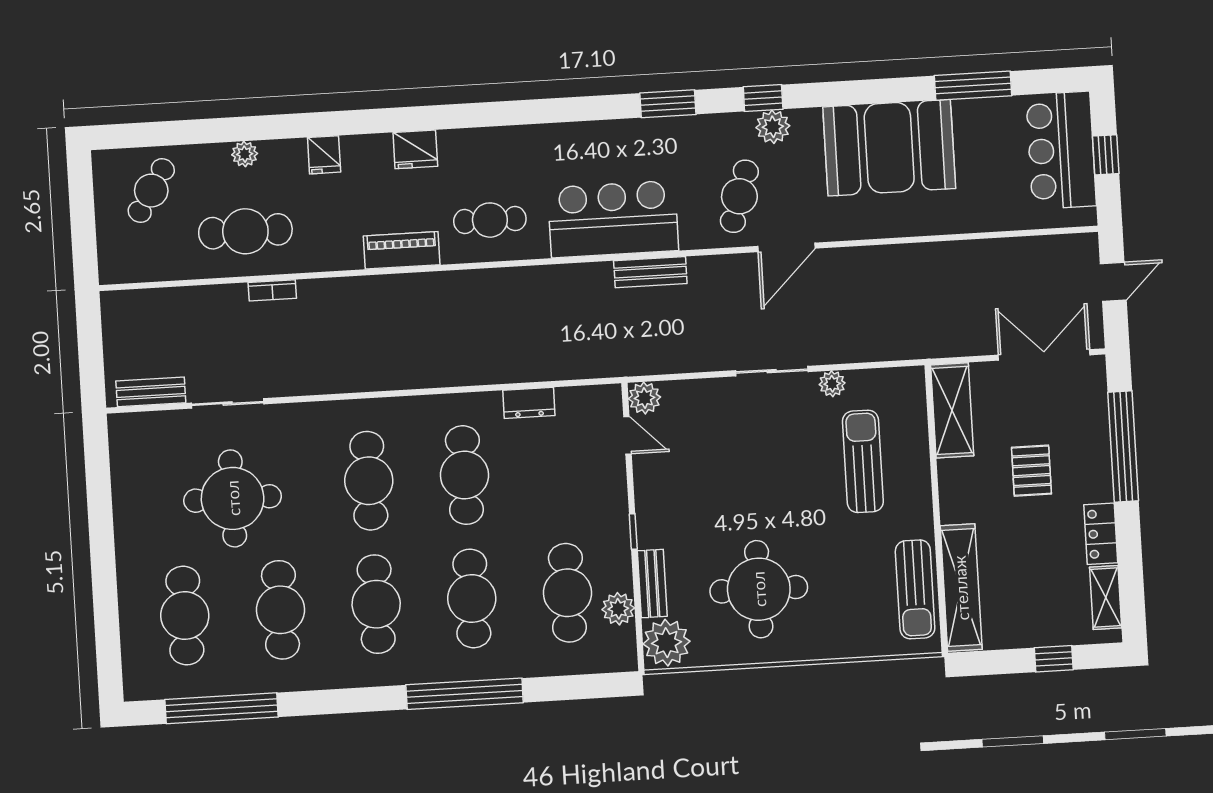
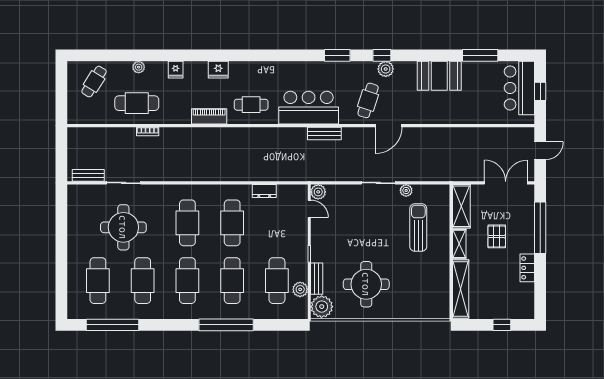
booth: (889, 148) -> (439, 76), width x0.73, depth x0.70
sun lounger: (915, 589) -> (439, 289), removed
shelving: (1106, 597) -> (459, 244), moved

